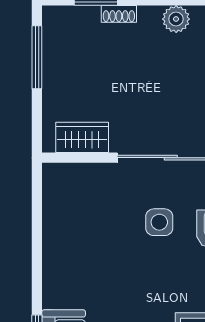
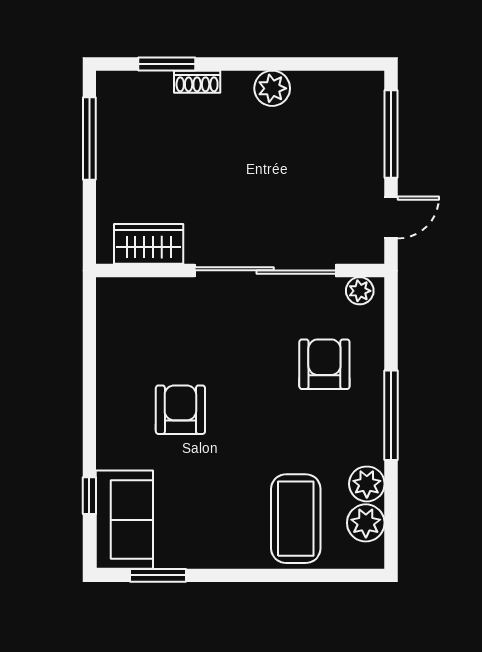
side table: (159, 222) -> (250, 355), removed
armchair: (106, 264) -> (180, 410), added

